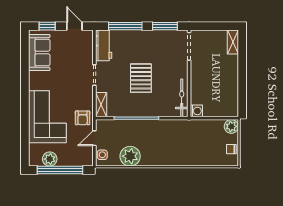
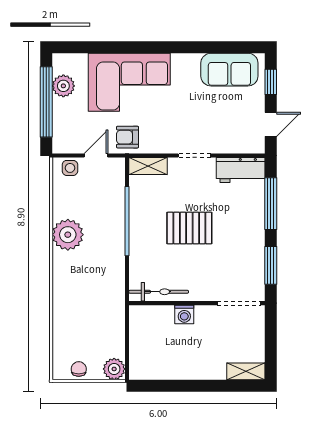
washing machine: (196, 111) -> (184, 314), moved
door: (94, 138) -> (96, 156), hinge flipped
plant: (130, 156) -> (68, 235), moved

